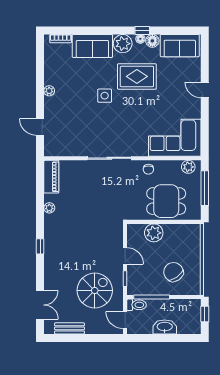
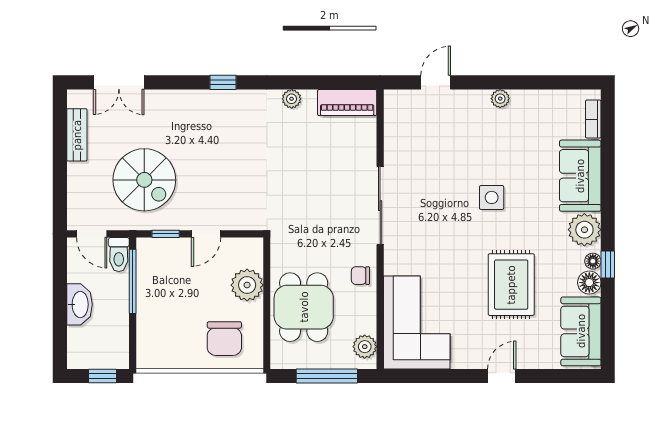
rug: (137, 76) -> (511, 285), moved
chair: (173, 272) -> (224, 339), moved, turned 125
door: (125, 320) -> (92, 234), swing flipped

